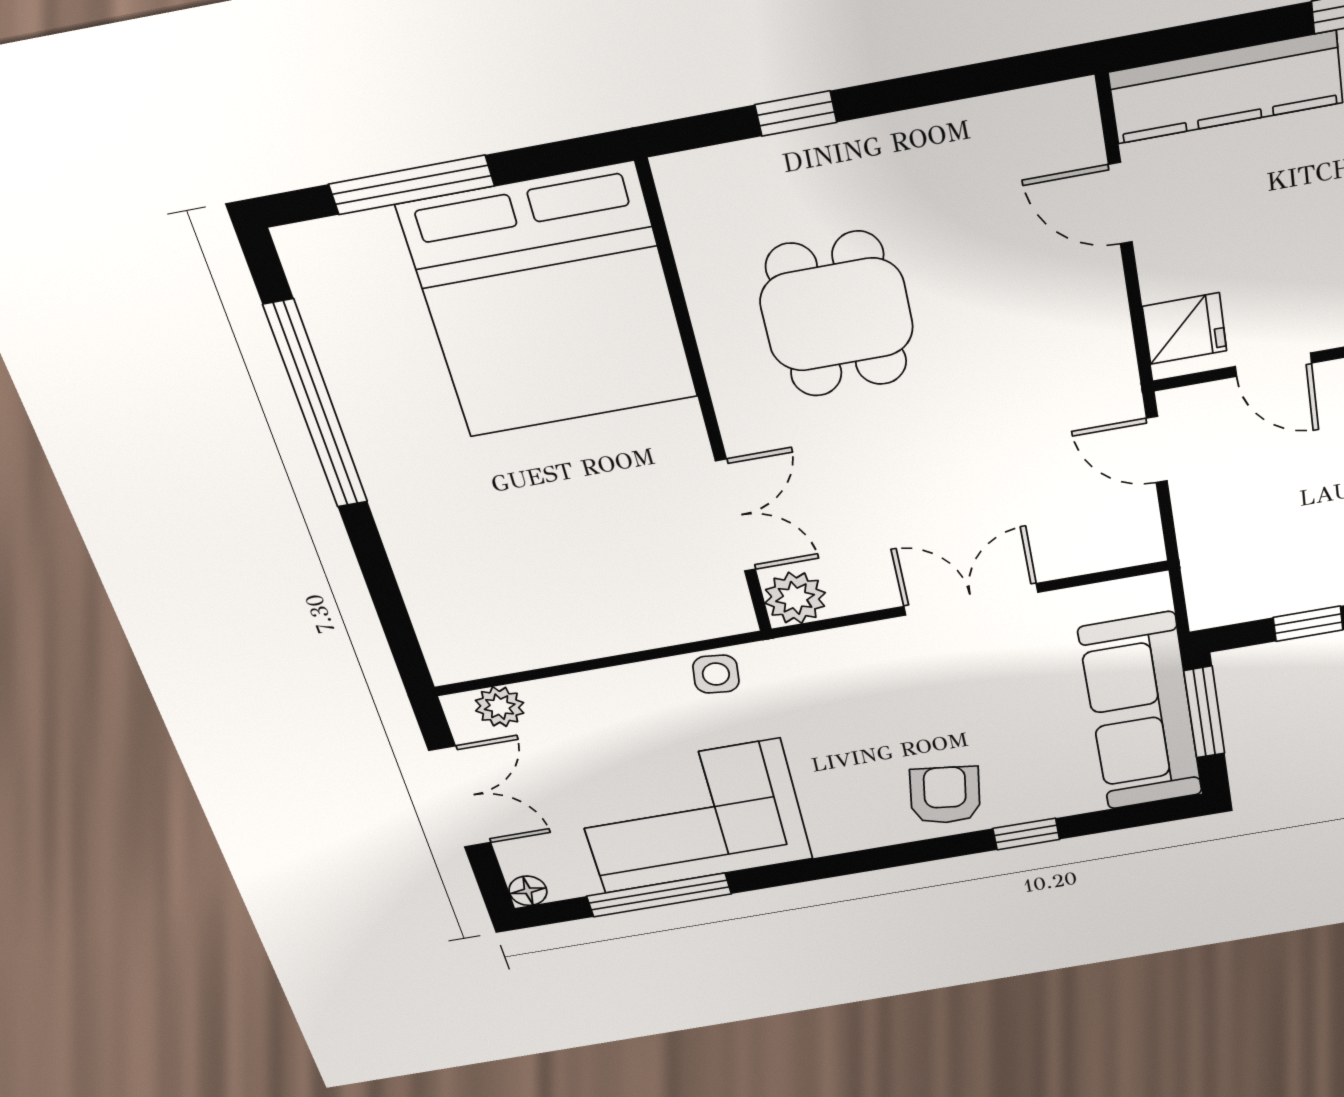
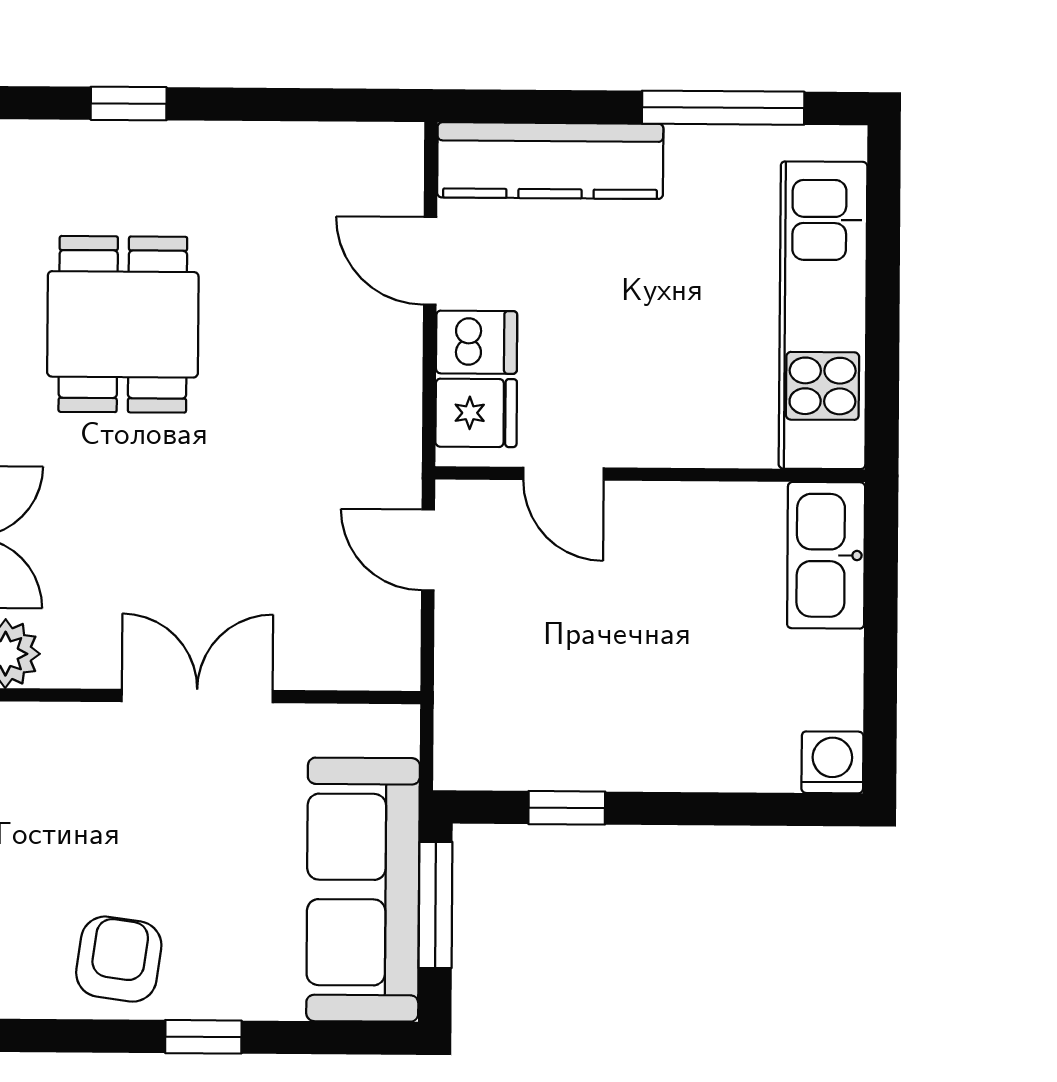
dishwasher: (1176, 267) -> (477, 342), added

